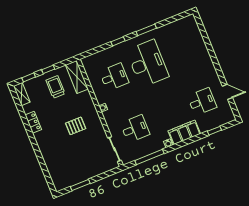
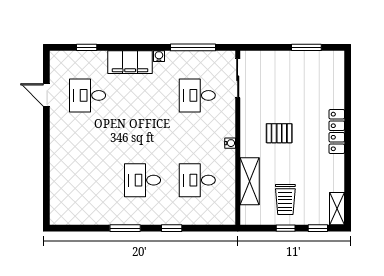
desk: (148, 63) -> (142, 180), width x0.53, depth x0.77
shelving: (77, 77) -> (250, 181), moved
locker: (33, 122) -> (337, 131), moved, width x1.53

